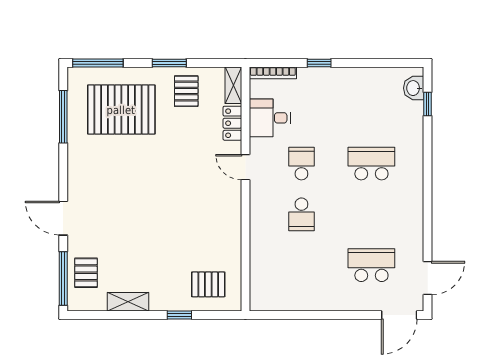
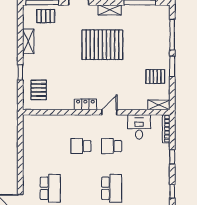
window: (98, 63) -> (172, 35), moved
window: (376, 63) -> (172, 191), added
pallet: (121, 110) -> (102, 45), moved, turned 90
locker: (232, 123) -> (85, 104), moved
school desk: (301, 164) -> (112, 146), turned 180
shelving: (76, 167) -> (110, 10), added

